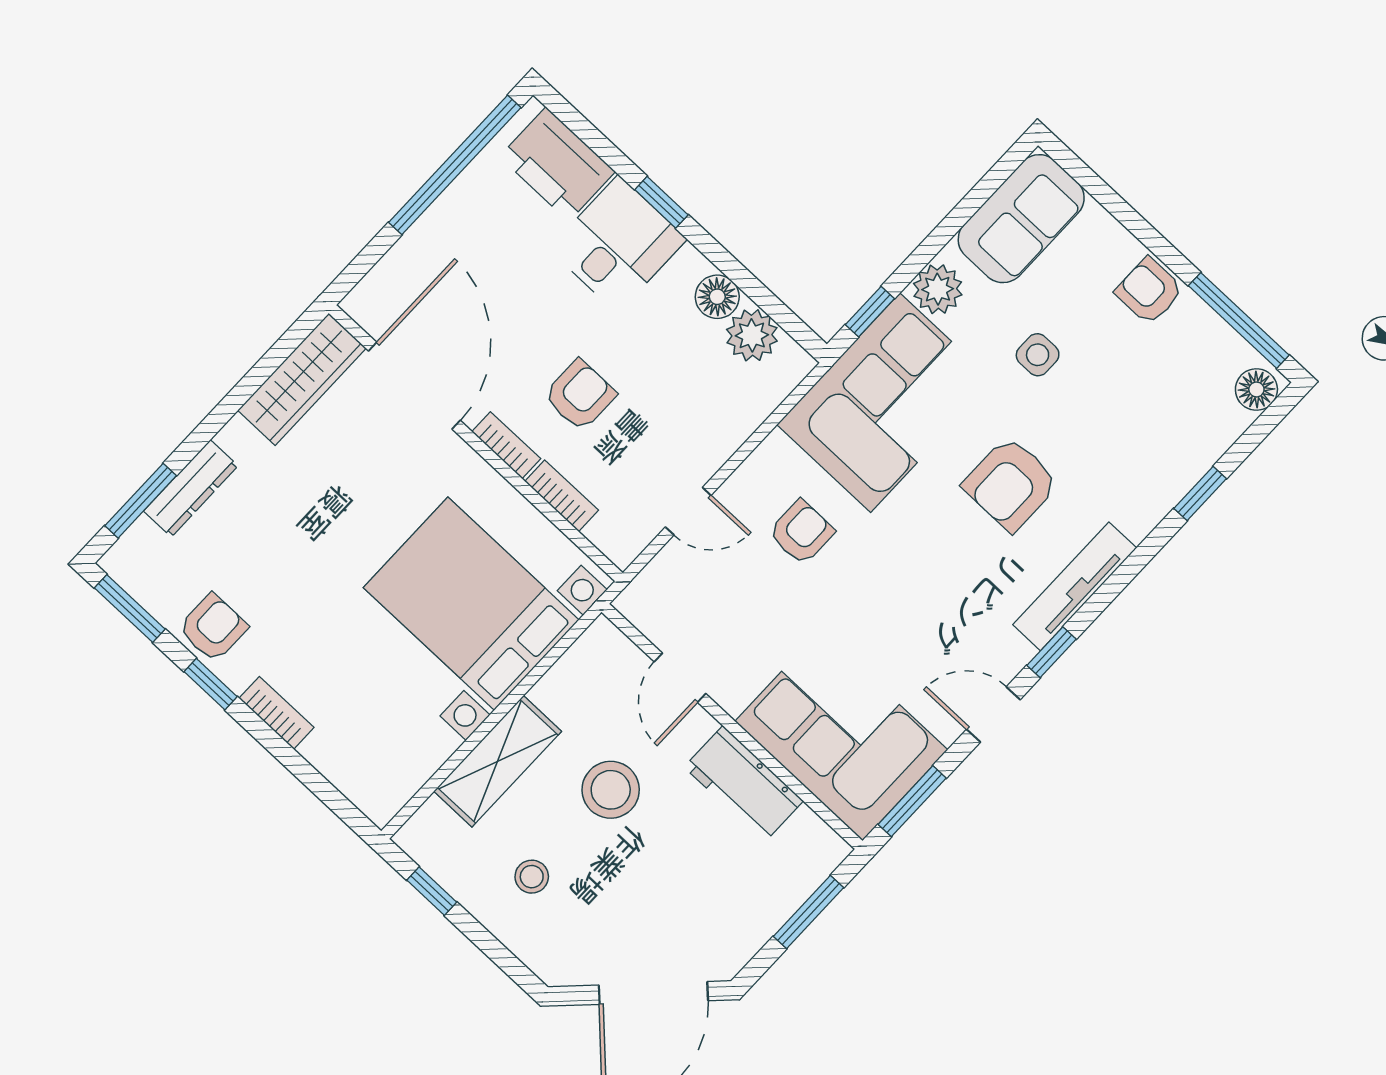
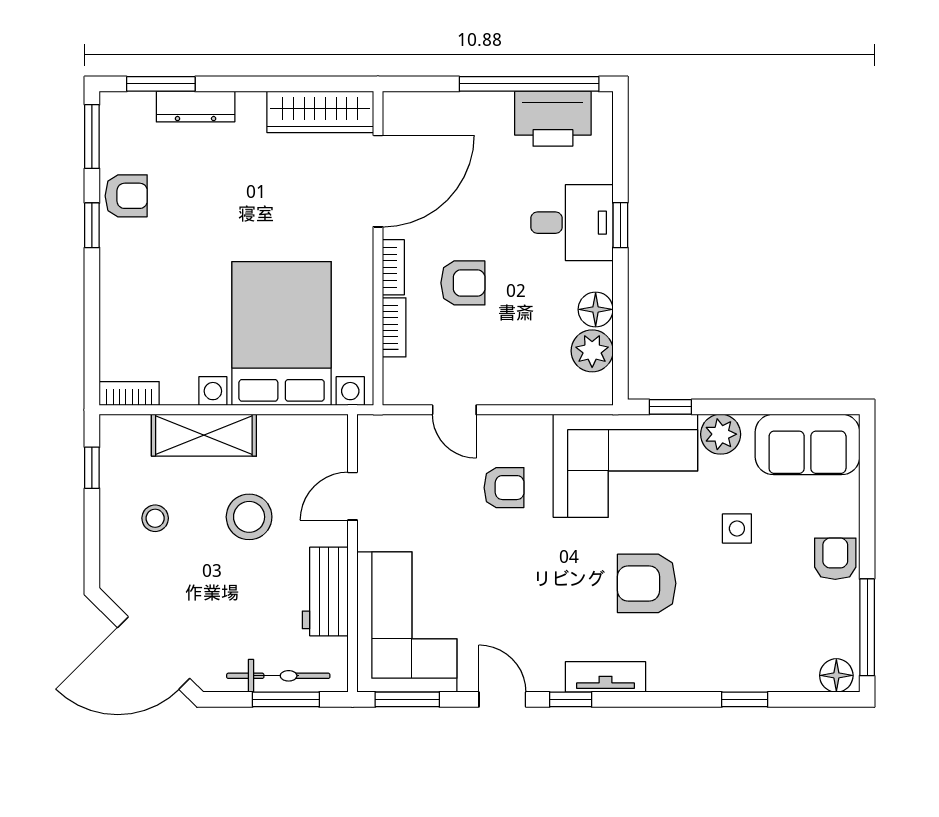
printer: (557, 164) -> (553, 119), moved, turned -90
tv unit: (1075, 586) -> (606, 677), width x0.71
bookcase: (276, 713) -> (129, 393), moved, turned -90
bicycle: (781, 899) -> (278, 676), added

